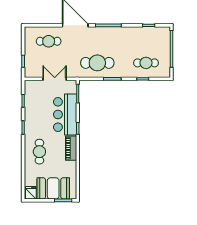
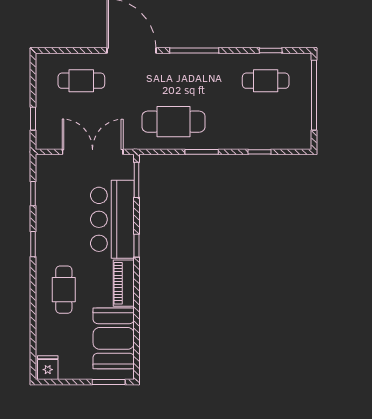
cafe table: (146, 63) -> (266, 81), moved
double door: (55, 79) -> (93, 152), width x1.37
booth: (53, 188) -> (114, 338), moved, turned 90

